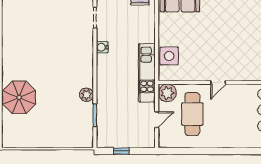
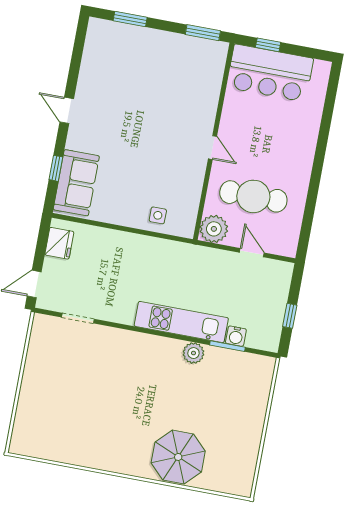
water cooler: (102, 47) -> (236, 336), moved
side table: (169, 56) -> (158, 215), width x0.54, depth x0.54
kitchen unit: (147, 73) -> (181, 322), moved, turned 180

